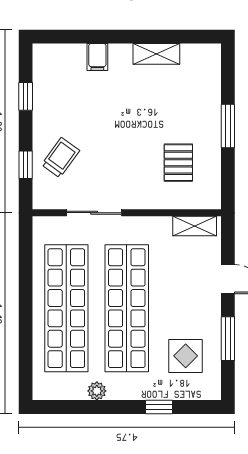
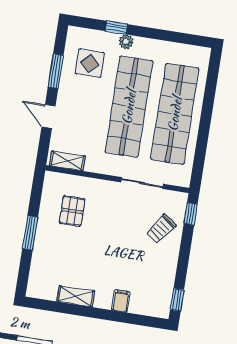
window: (26, 96) -> (177, 300), moved
window: (26, 165) -> (191, 214), moved
plant: (97, 391) -> (126, 42), moved

